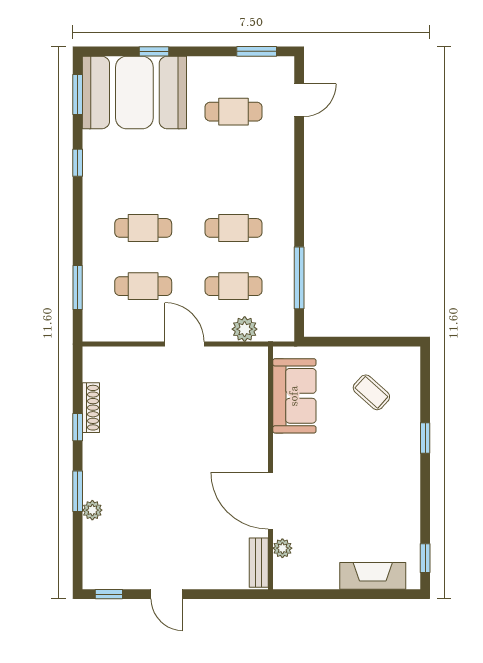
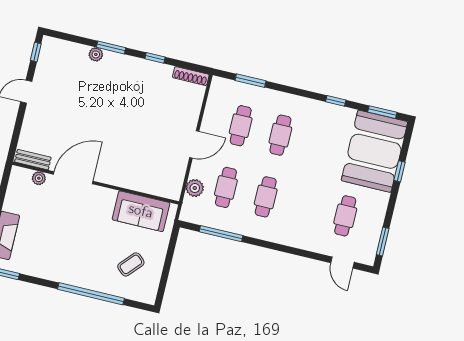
shoe rack: (91, 408) -> (191, 76), moved
window: (425, 438) -> (91, 294), width x3.17

